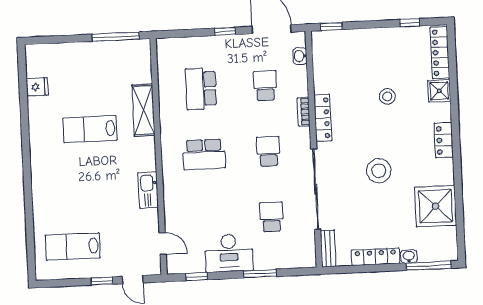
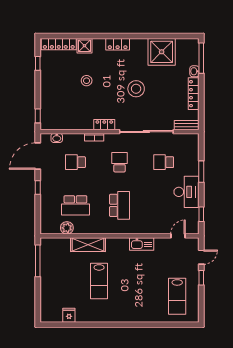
plant: (167, 78) -> (67, 228), added
locker: (323, 118) -> (104, 125), width x0.66
school desk: (268, 151) -> (120, 162), turned 90

